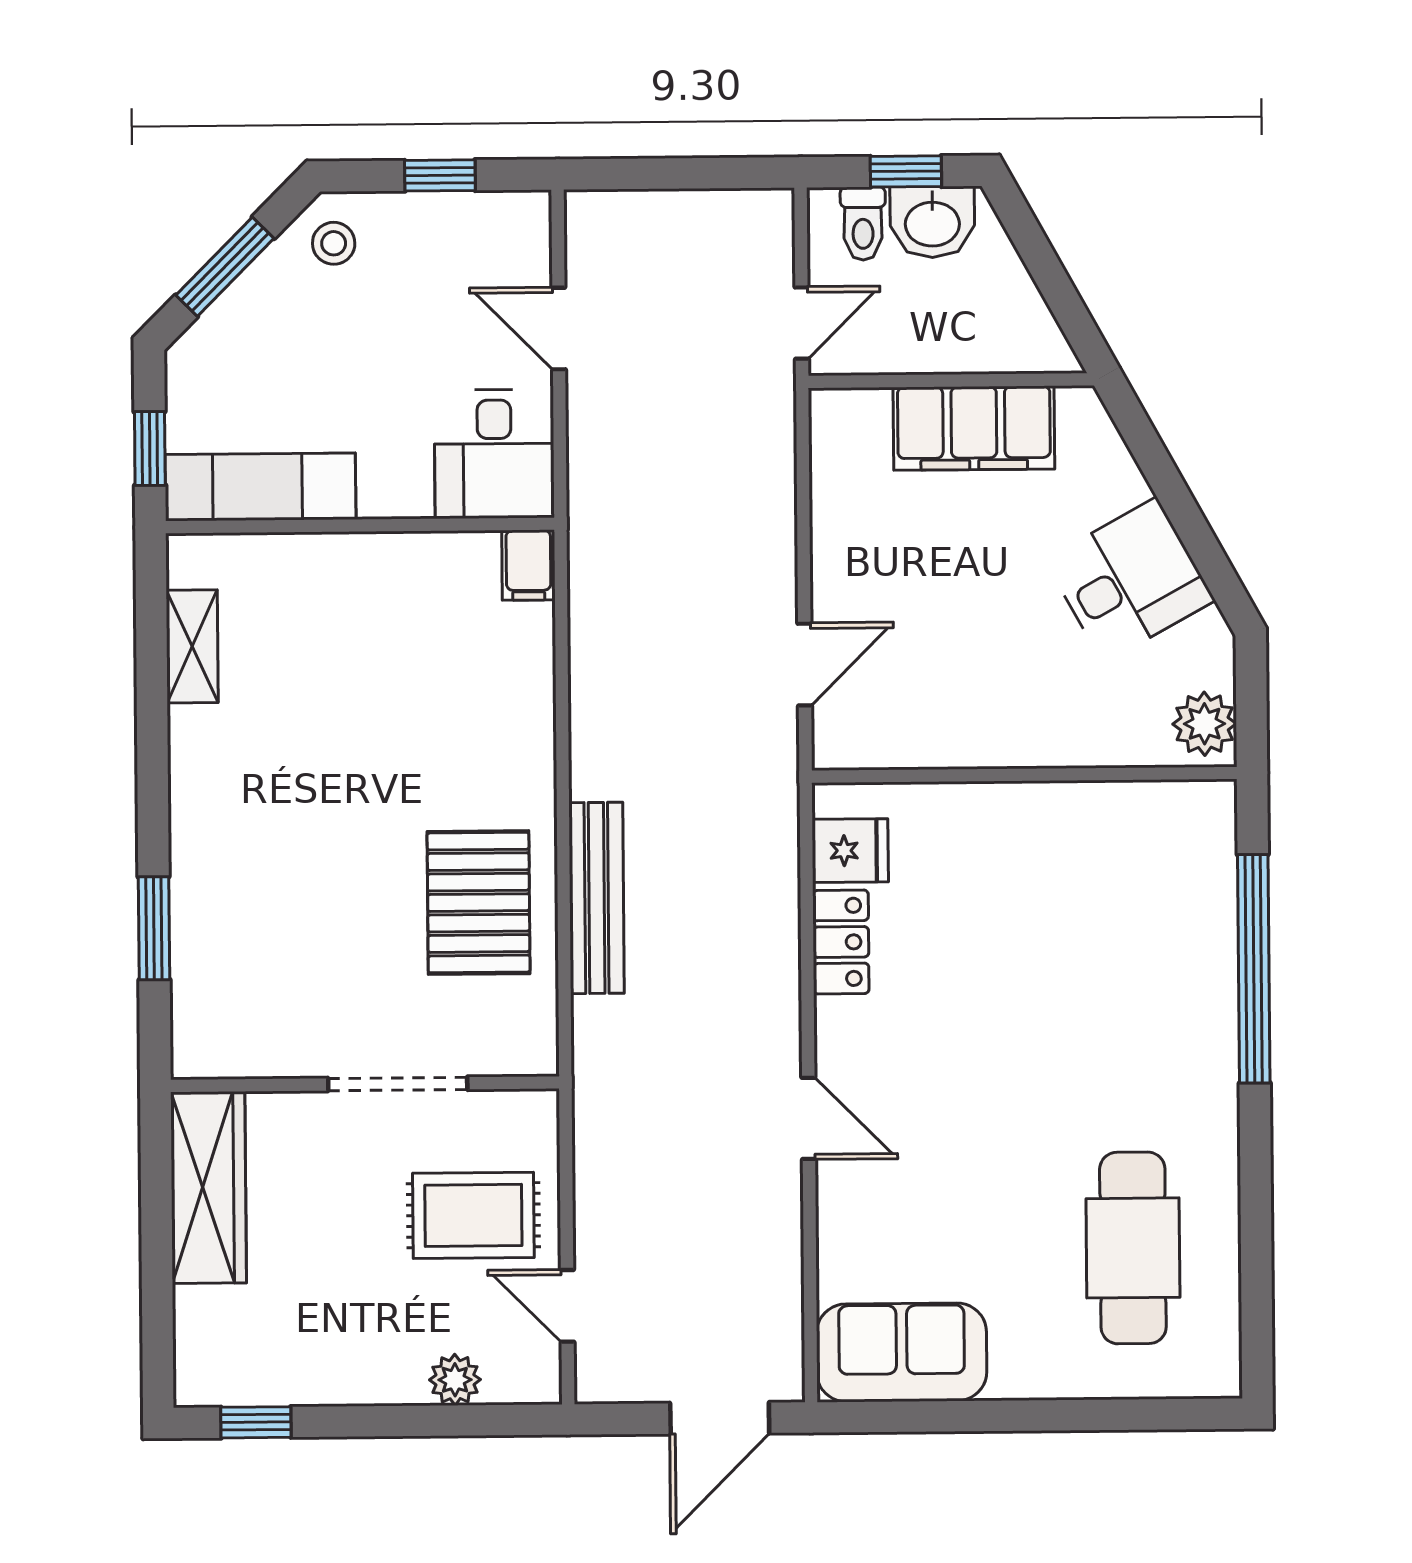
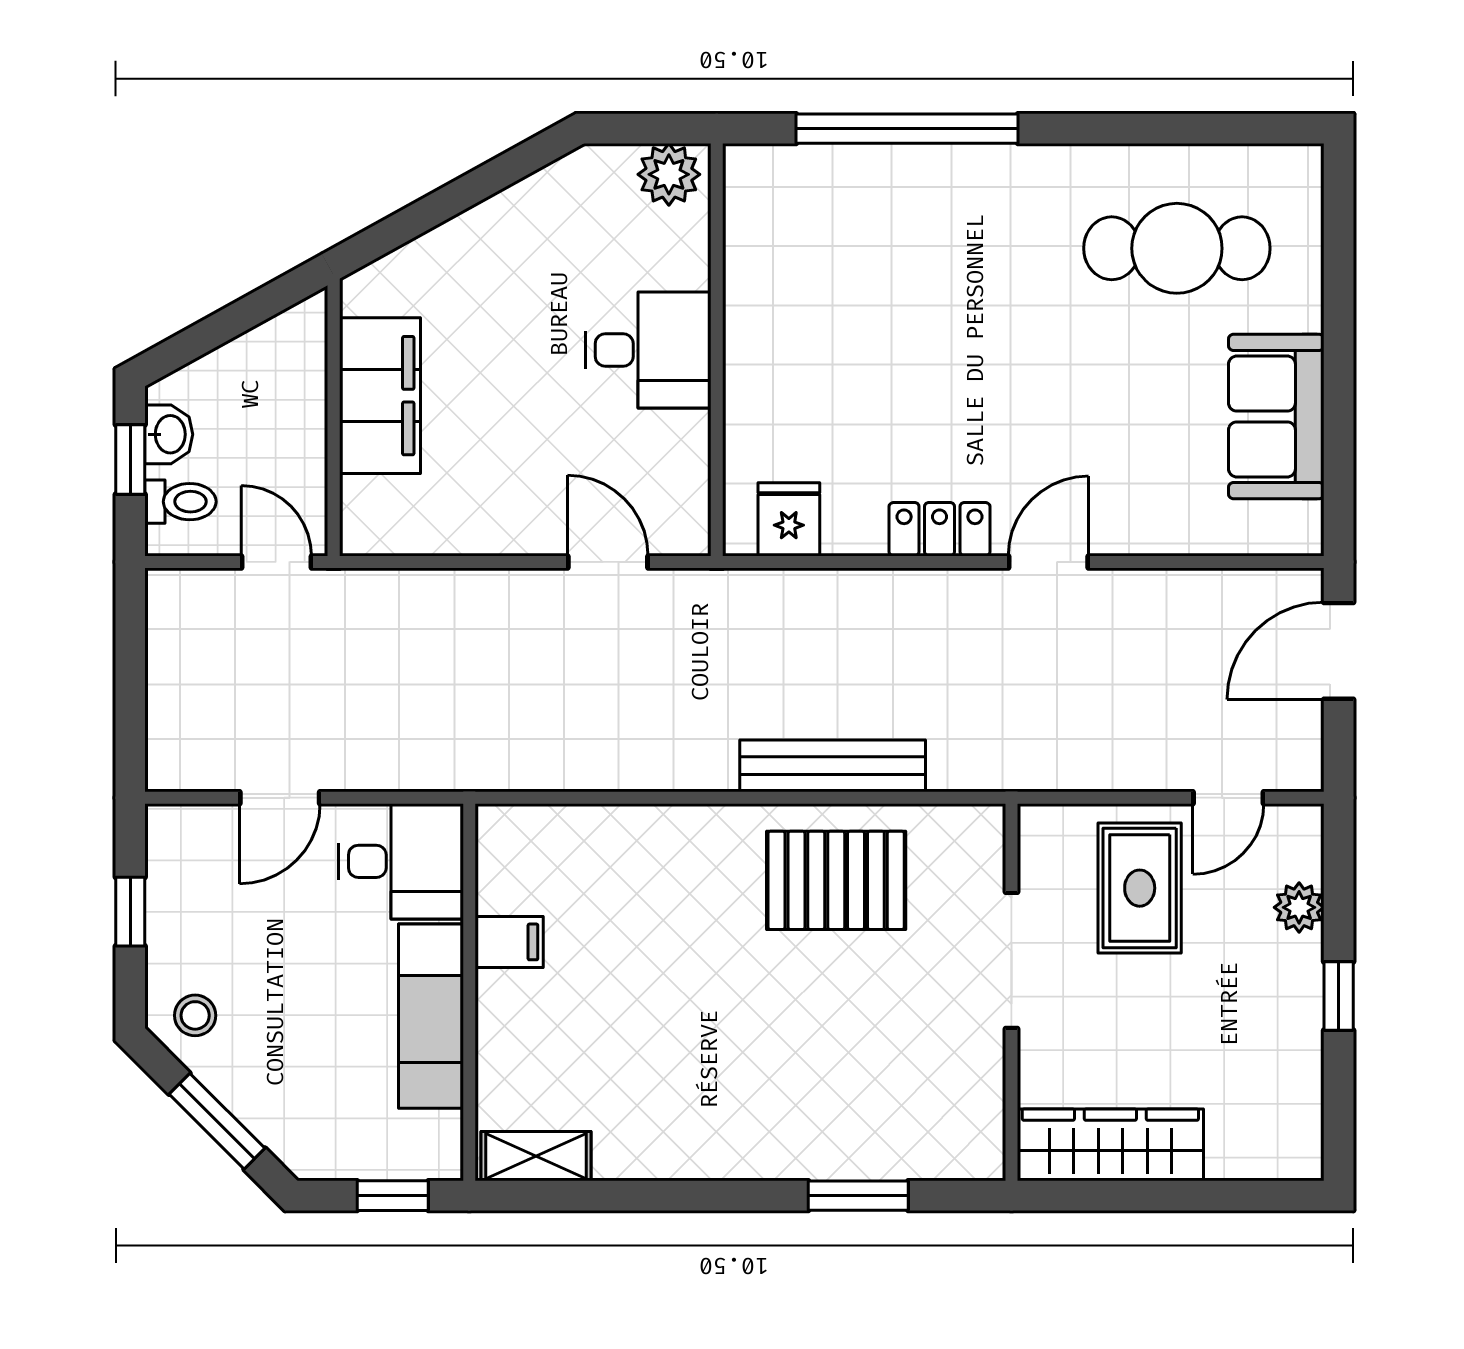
washbasin: (932, 222) -> (169, 434), width x0.72, depth x0.69
exam couch: (260, 487) -> (431, 1016), moved
filing cabinet: (528, 565) -> (509, 942), moved
desk: (1130, 580) -> (648, 350), moved, turned 119
shelving: (192, 646) -> (536, 1156), moved
locker: (841, 942) -> (939, 529), moved
sofa: (902, 1352) -> (1276, 416), moved
door: (720, 1418) -> (1339, 651), swing flipped
window: (256, 1422) -> (1339, 996), moved

